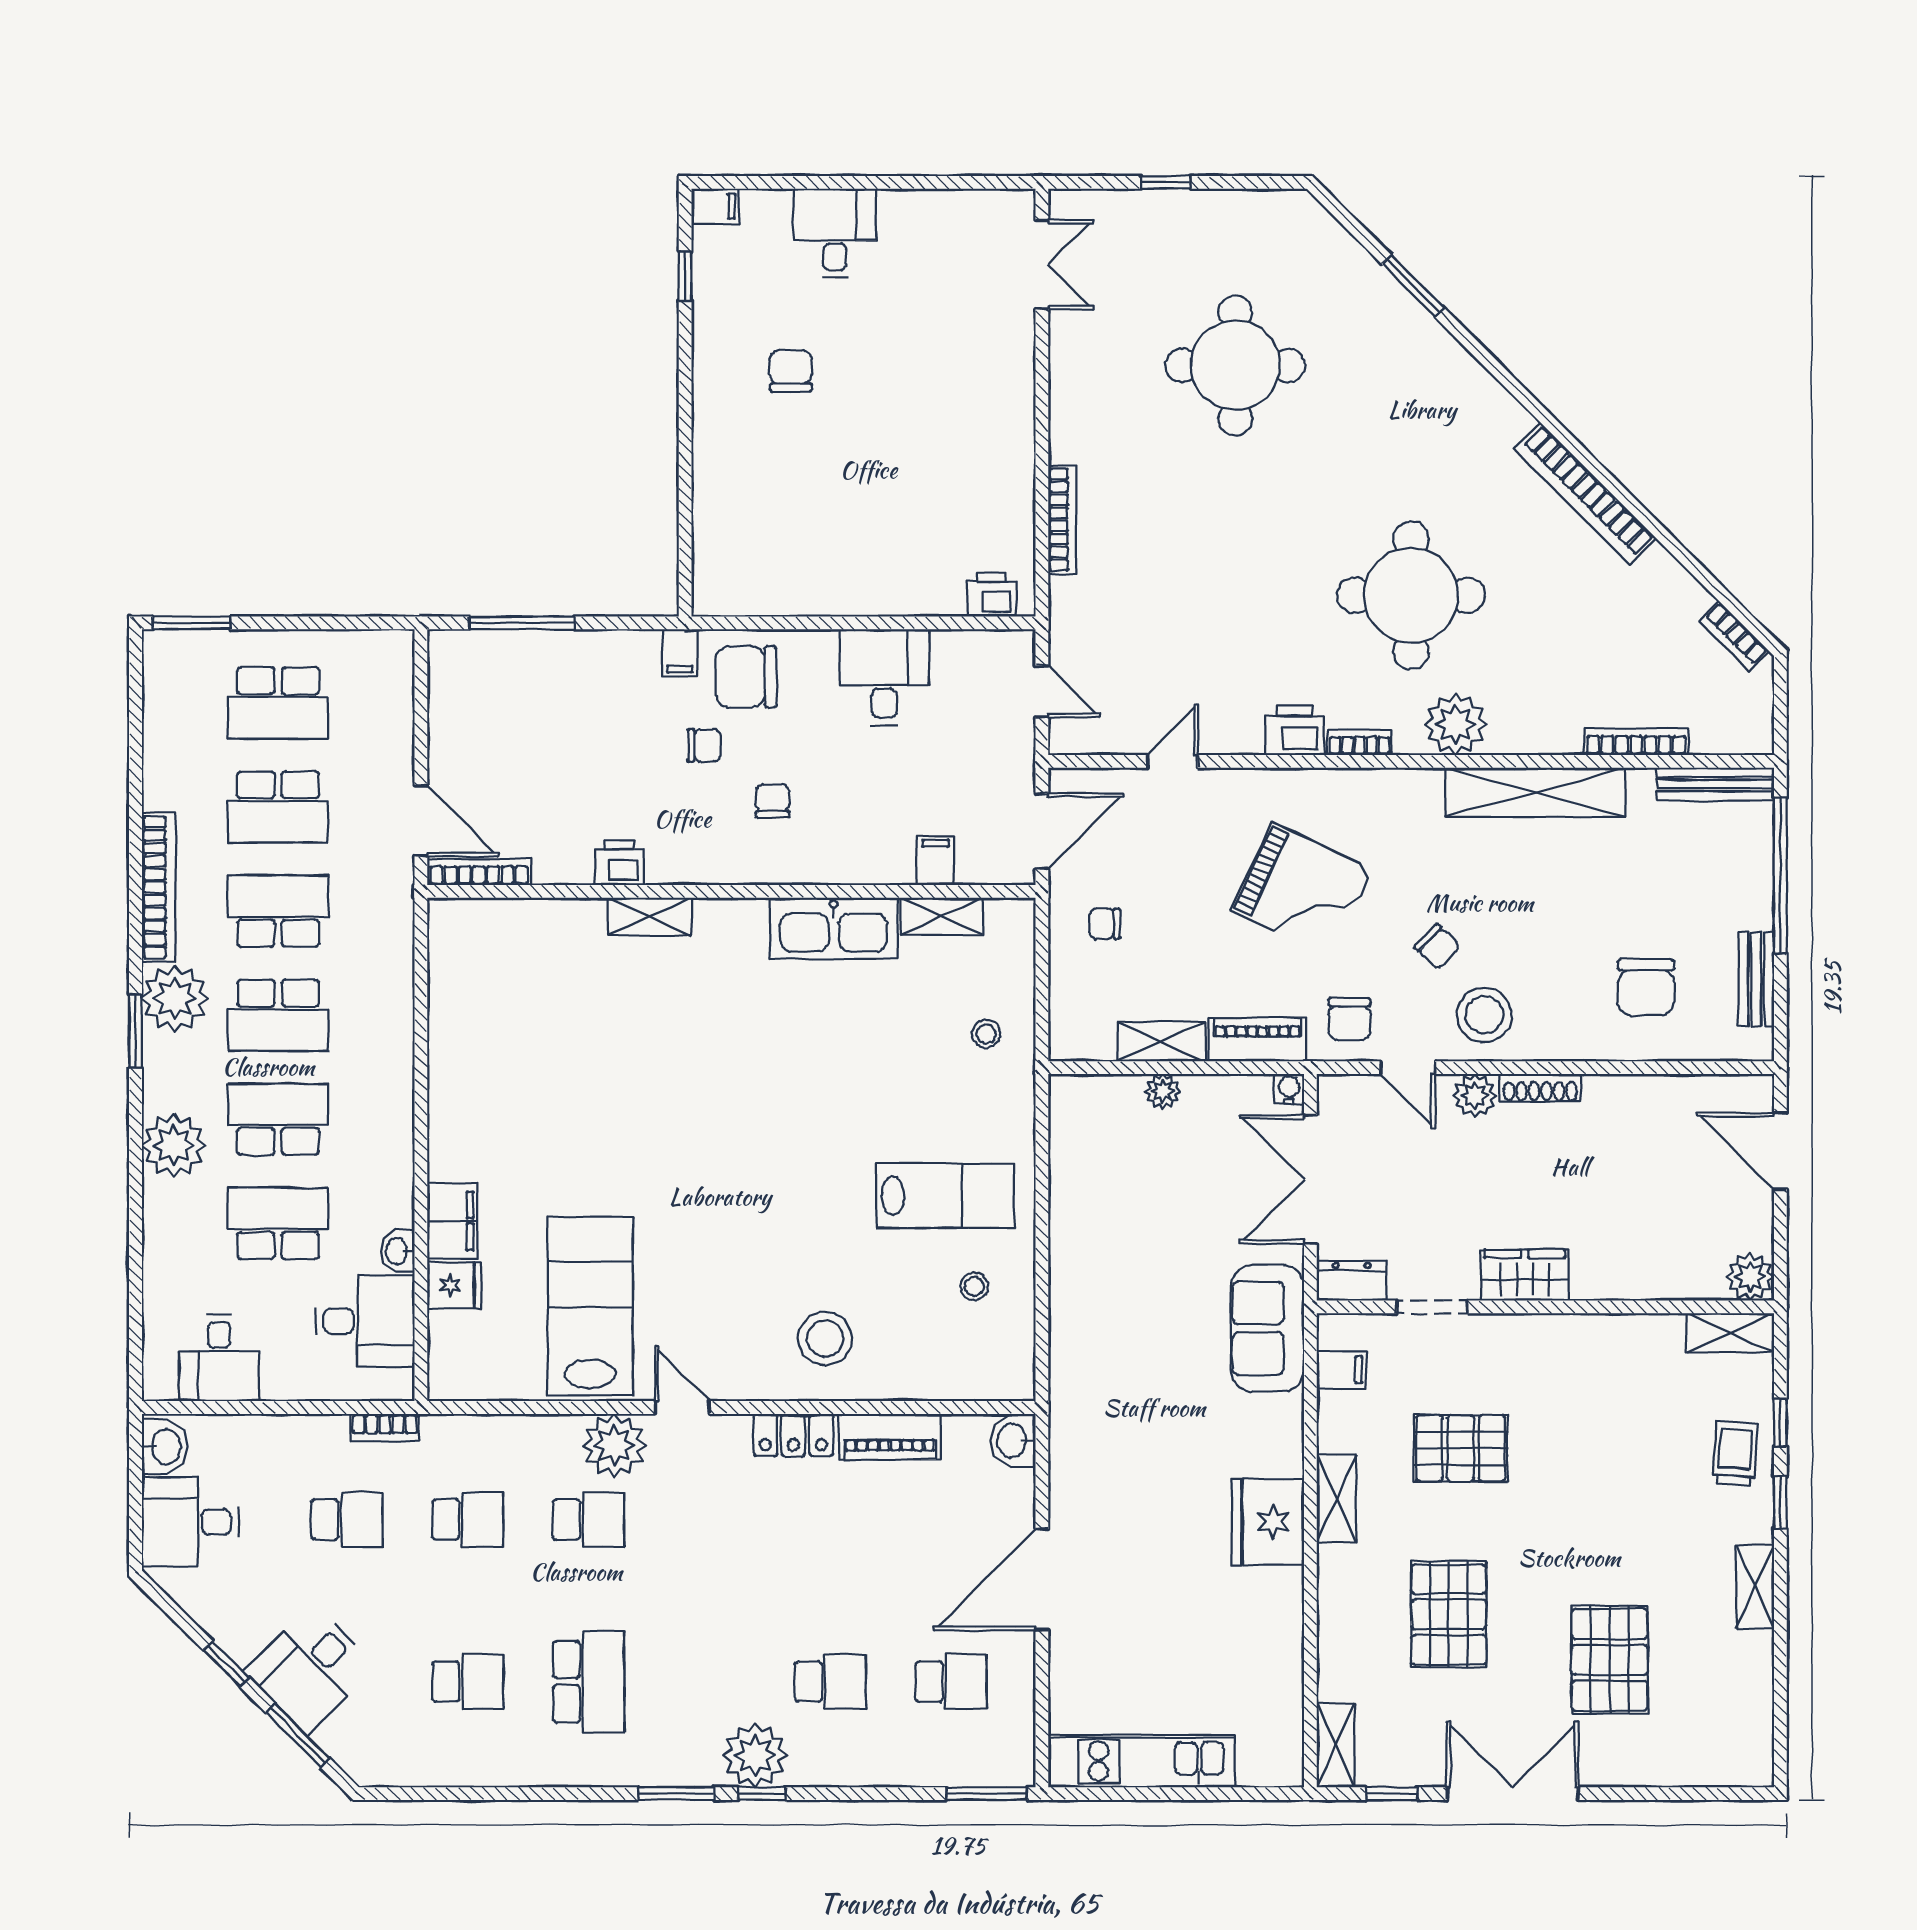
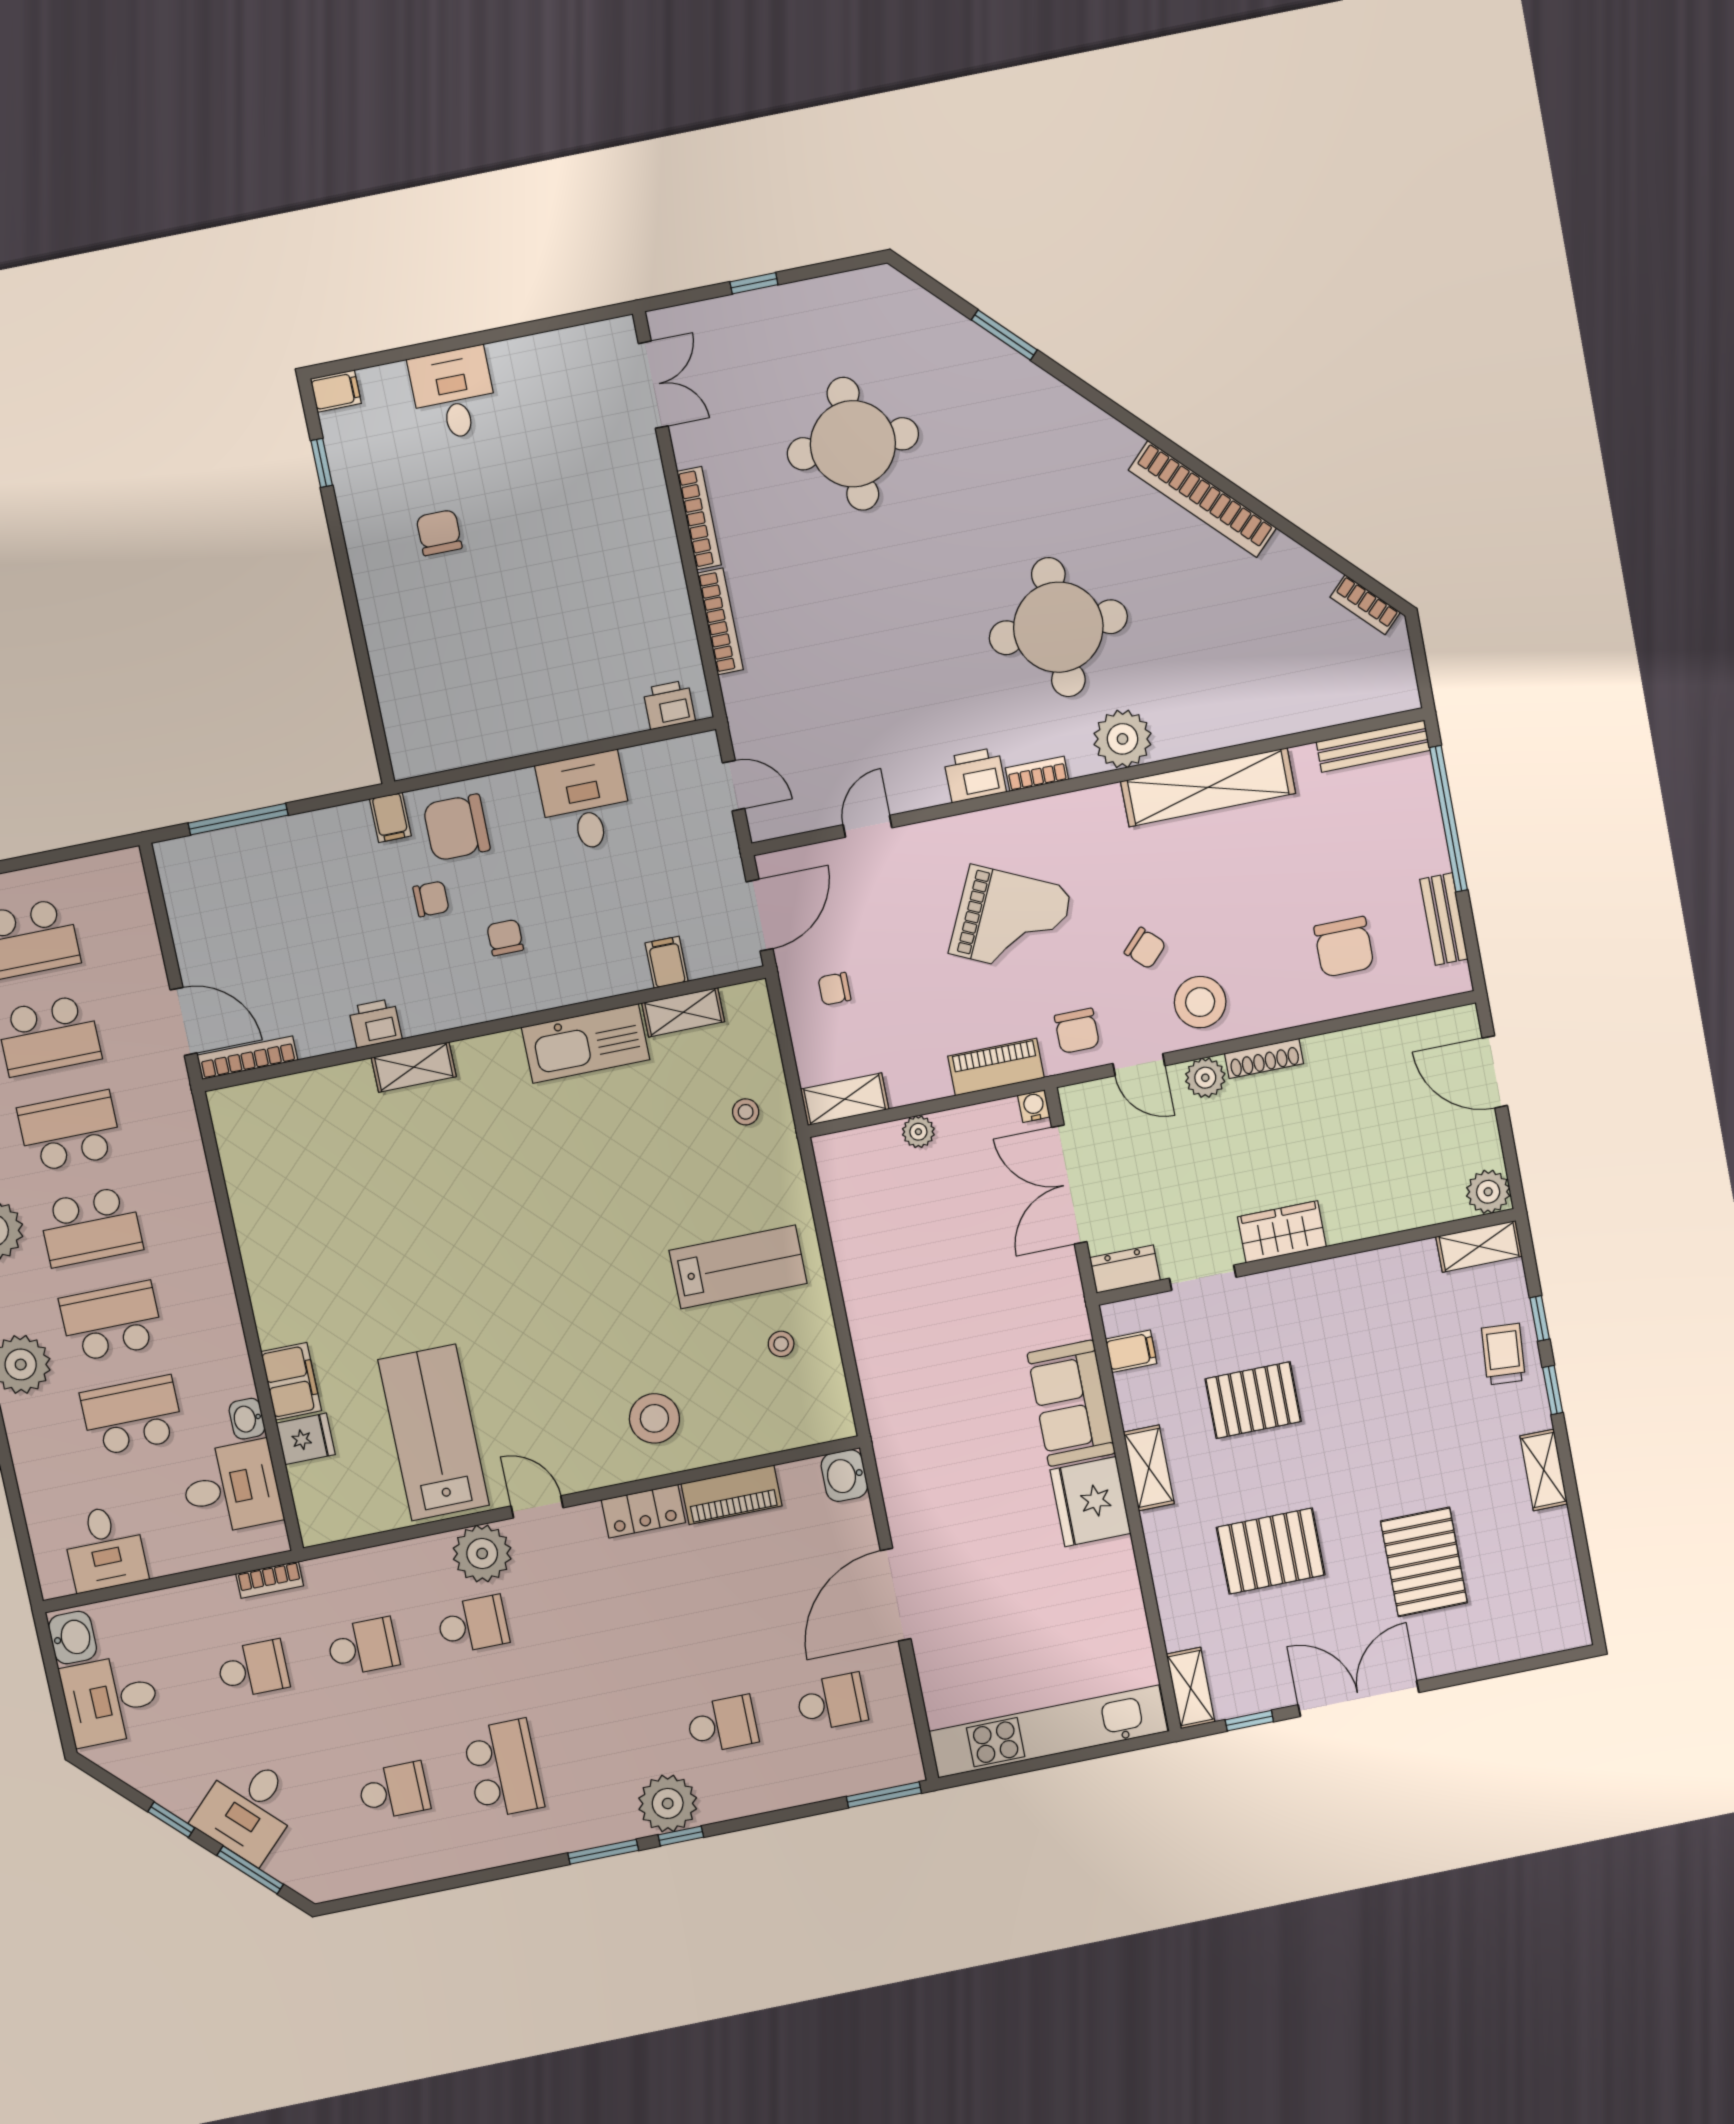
bookcase: (1636, 742) -> (699, 518), moved, turned 90
shelving: (1161, 1041) -> (845, 1099), moved
sofa: (1267, 1328) -> (1071, 1403), moved
pallet: (1449, 1614) -> (1271, 1551), turned 90
kitchen unit: (1141, 1761) -> (1048, 1731), width x1.36

